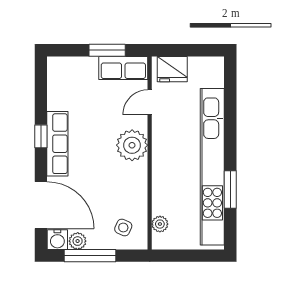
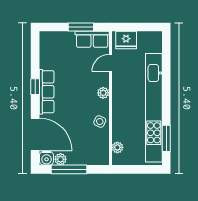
plant: (132, 145) -> (103, 93), width x0.53, depth x0.53
window: (230, 189) -> (166, 138), moved
side table: (123, 227) -> (100, 122), moved

